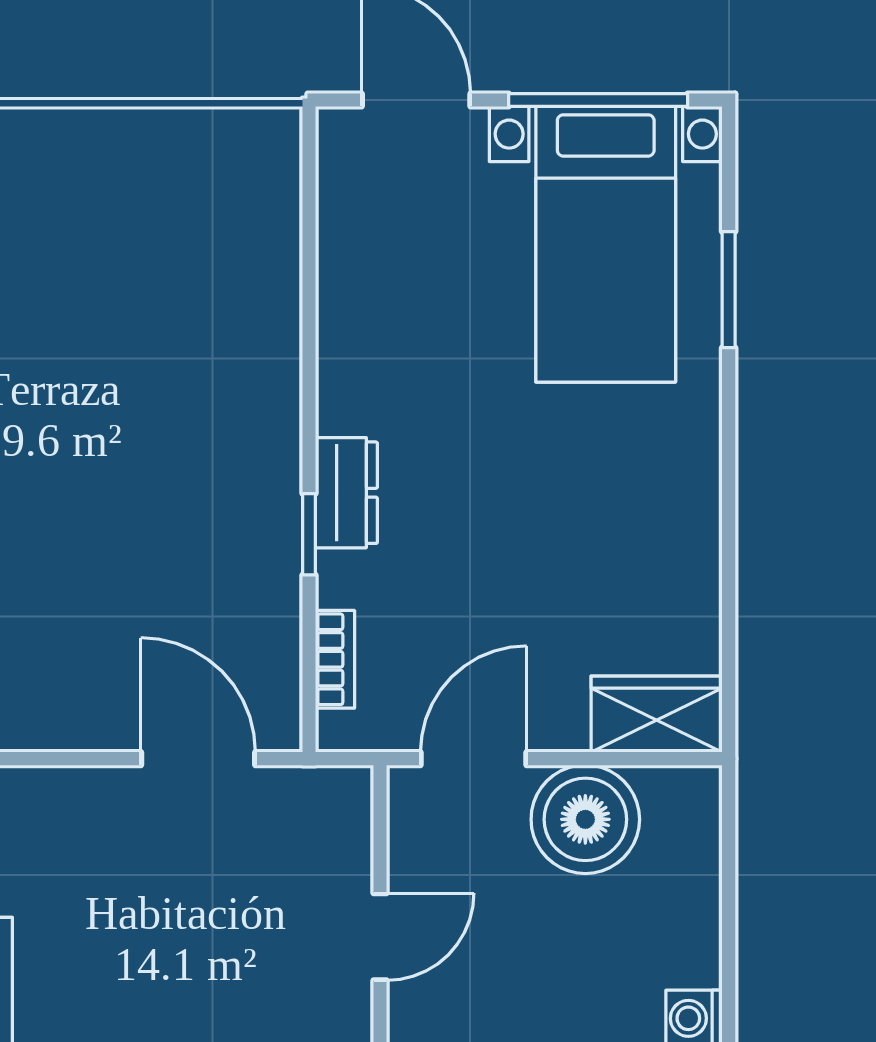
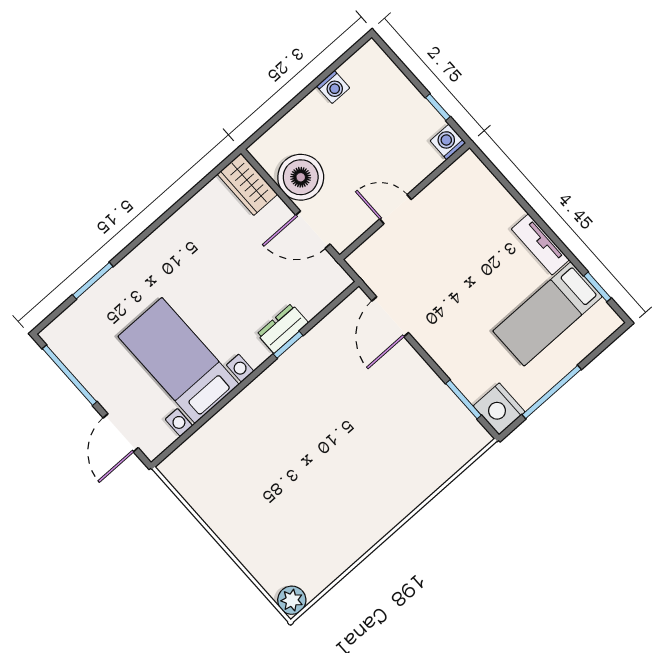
bed with nightstands: (606, 244) -> (179, 360), moved, turned -90
dresser: (346, 493) -> (283, 328), moved
bookcase: (335, 659) -> (320, 301), removed

